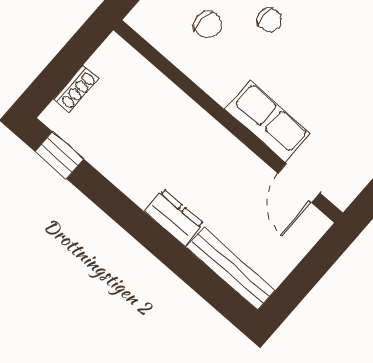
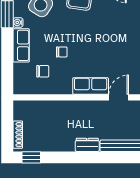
shoe rack: (76, 89) -> (18, 135), width x1.43
door: (299, 183) -> (119, 97), swing flipped

